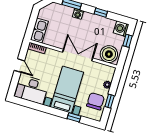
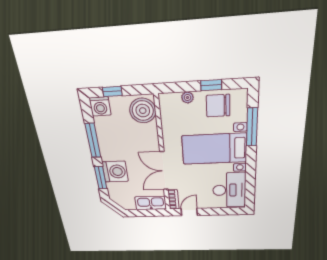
window: (101, 13) -> (93, 140), width x2.17
washing machine: (78, 14) -> (115, 172), width x1.89, depth x1.89
double door: (78, 55) -> (164, 171), moved
door: (19, 66) -> (189, 212), moved
window: (74, 117) -> (252, 127), width x2.17

